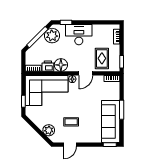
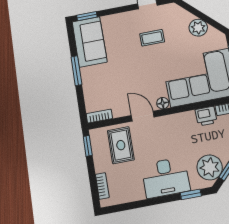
floor lamp: (61, 65) -> (185, 122), removed
door: (86, 73) -> (143, 116), hinge flipped
sofa: (111, 122) -> (89, 42), width x0.73
plant: (49, 130) -> (198, 28), moved

